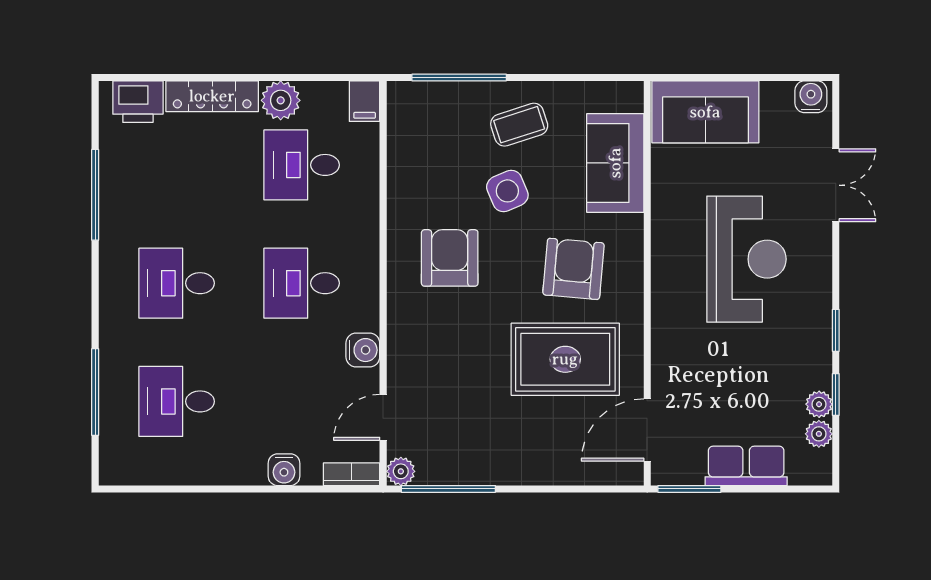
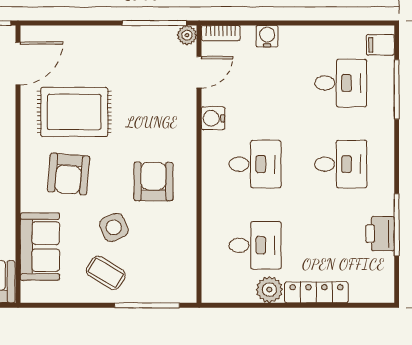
filing cabinet: (365, 101) -> (380, 45), moved, turned -90
printer: (138, 102) -> (380, 234), moved, turned -90
coffee table: (519, 125) -> (106, 273), turned 49
armchair: (450, 258) -> (153, 181), turned 180

